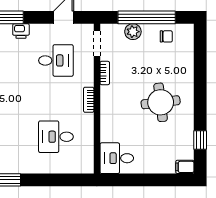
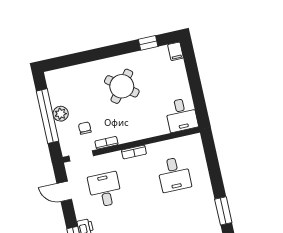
plant: (133, 32) -> (61, 114), moved
chair: (166, 36) -> (85, 128), moved
round table: (161, 102) -> (122, 86), turned 45

